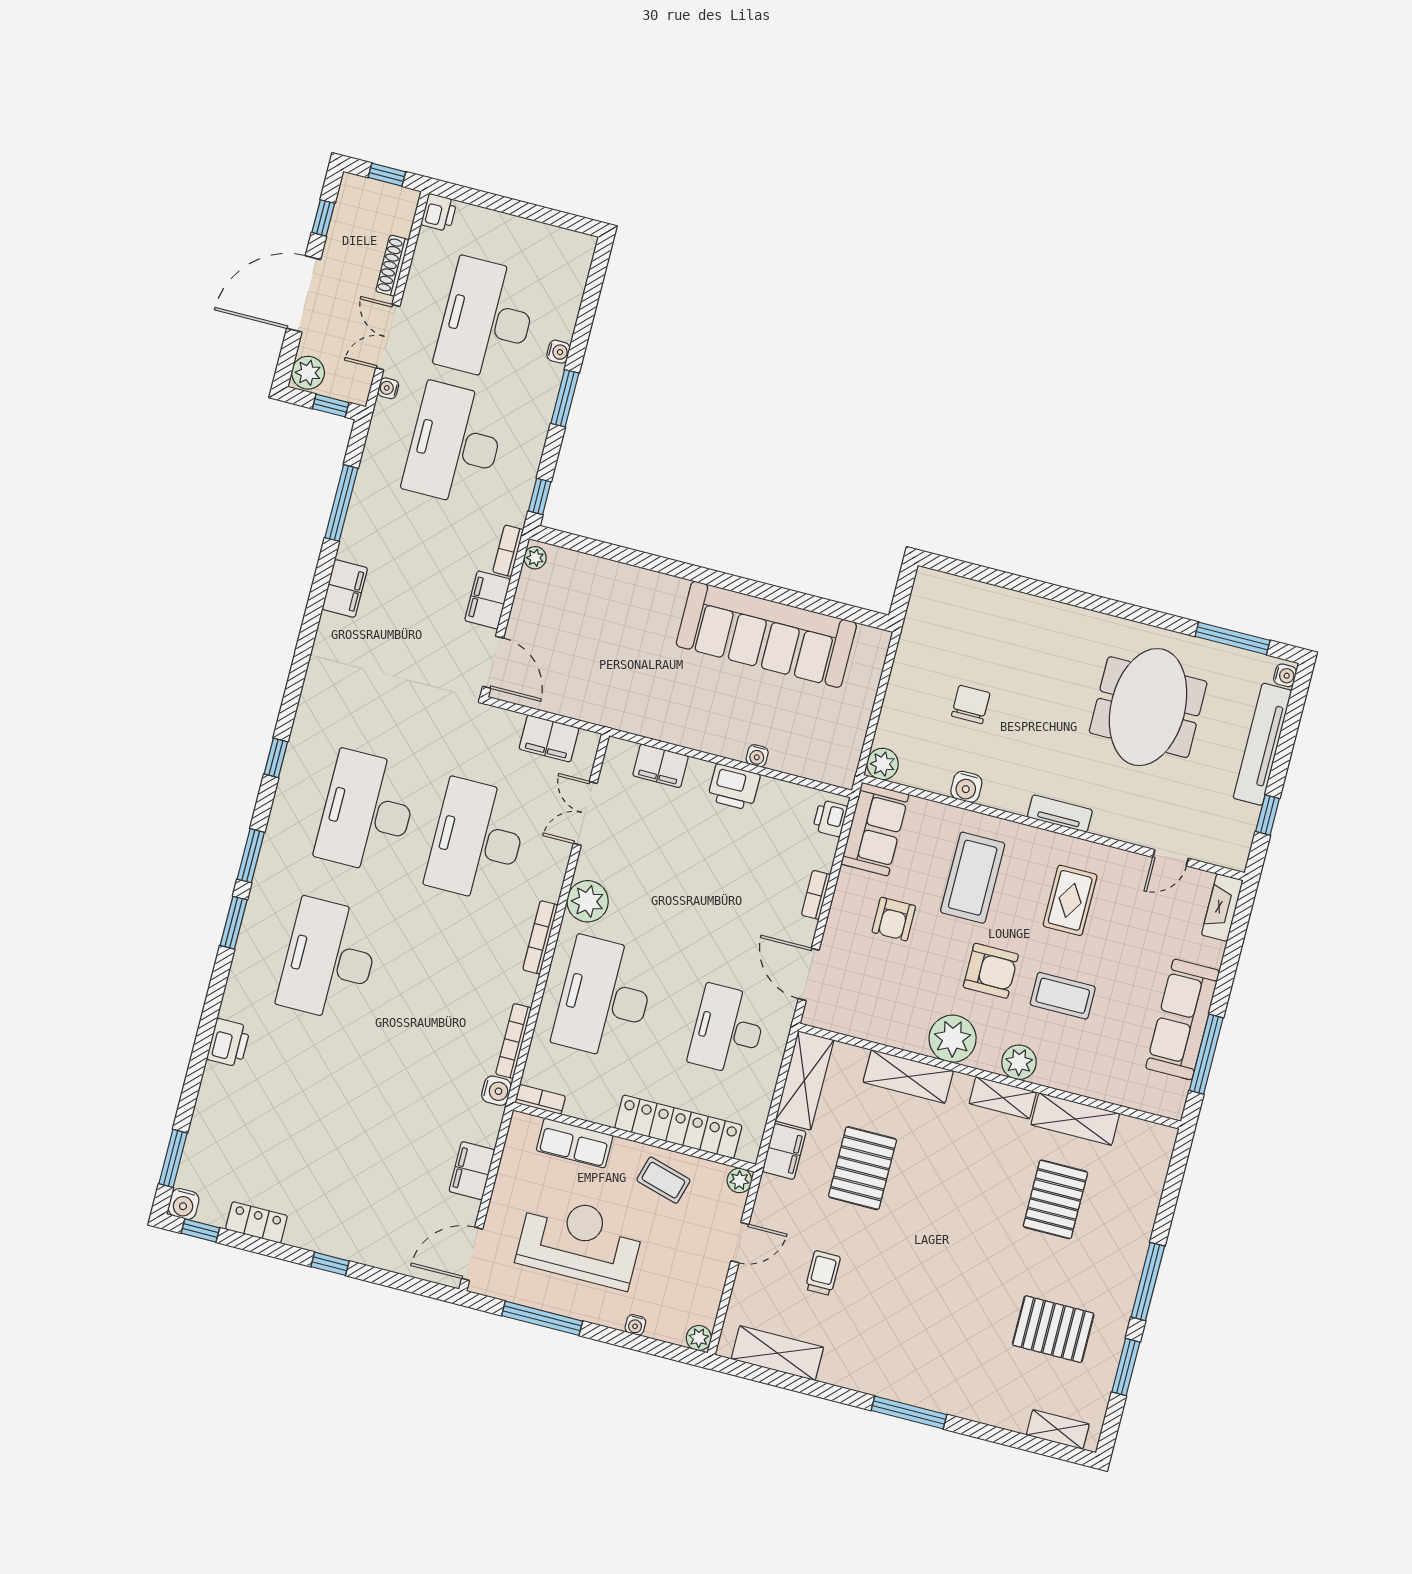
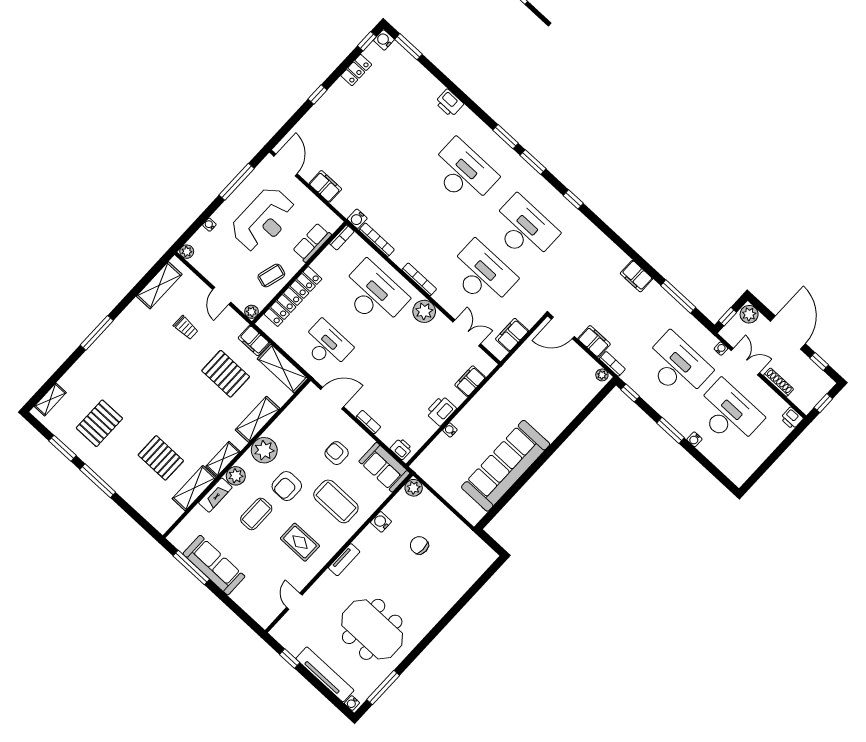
chair: (971, 704) -> (419, 545), turned 180
fireplace: (1222, 908) -> (215, 495), moved, turned 90

